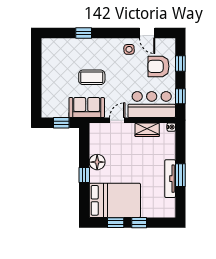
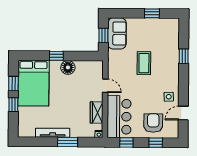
window: (36, 69) -> (152, 13), added
sofa: (87, 108) -> (117, 33), moved
window: (180, 175) -> (68, 142), moved

